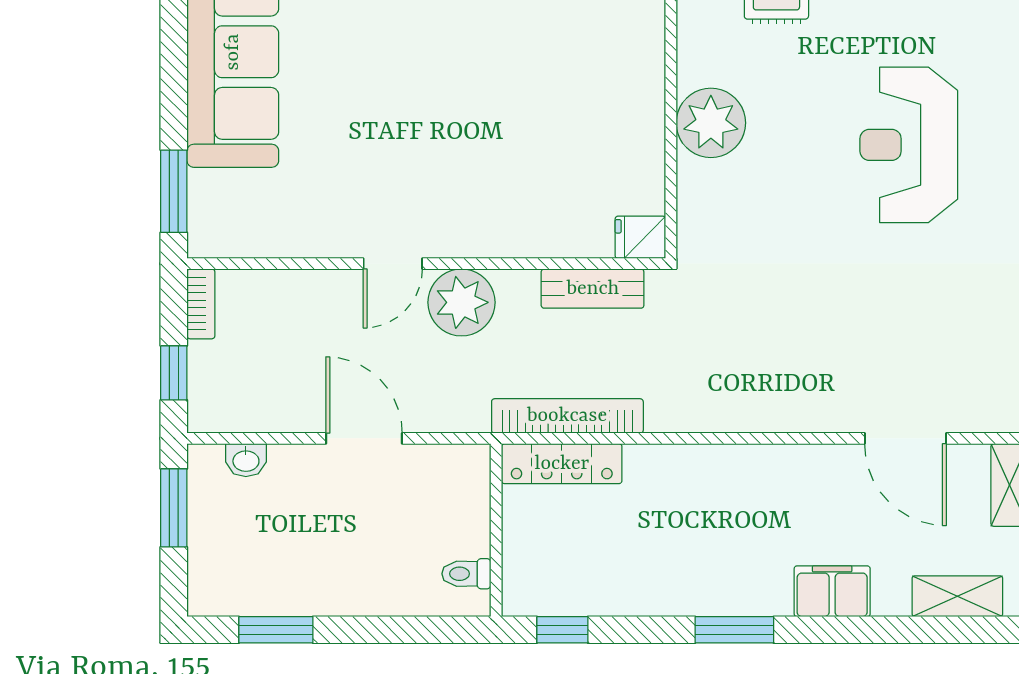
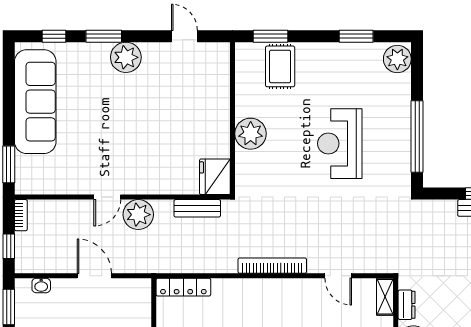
fridge: (640, 237) -> (215, 177), width x1.88, depth x1.34
bookcase: (567, 416) -> (272, 266), moved
door: (905, 438) -> (338, 276), width x0.73

